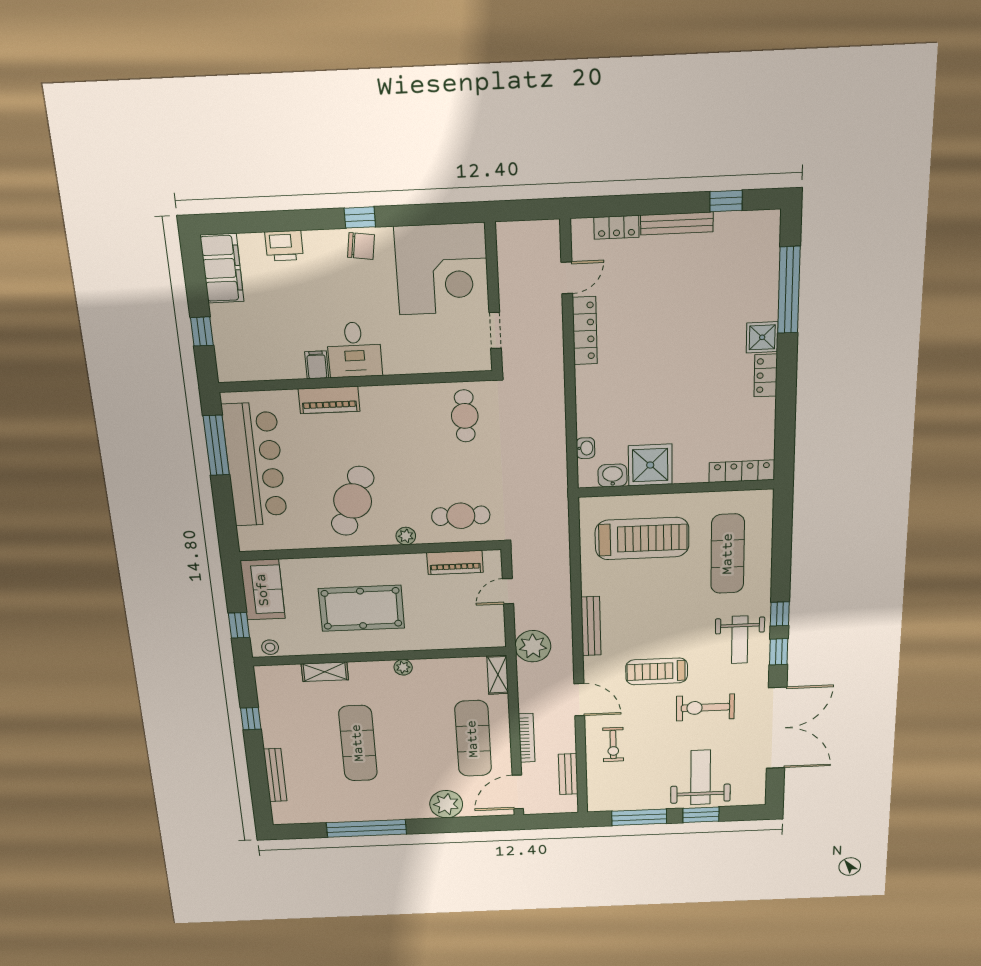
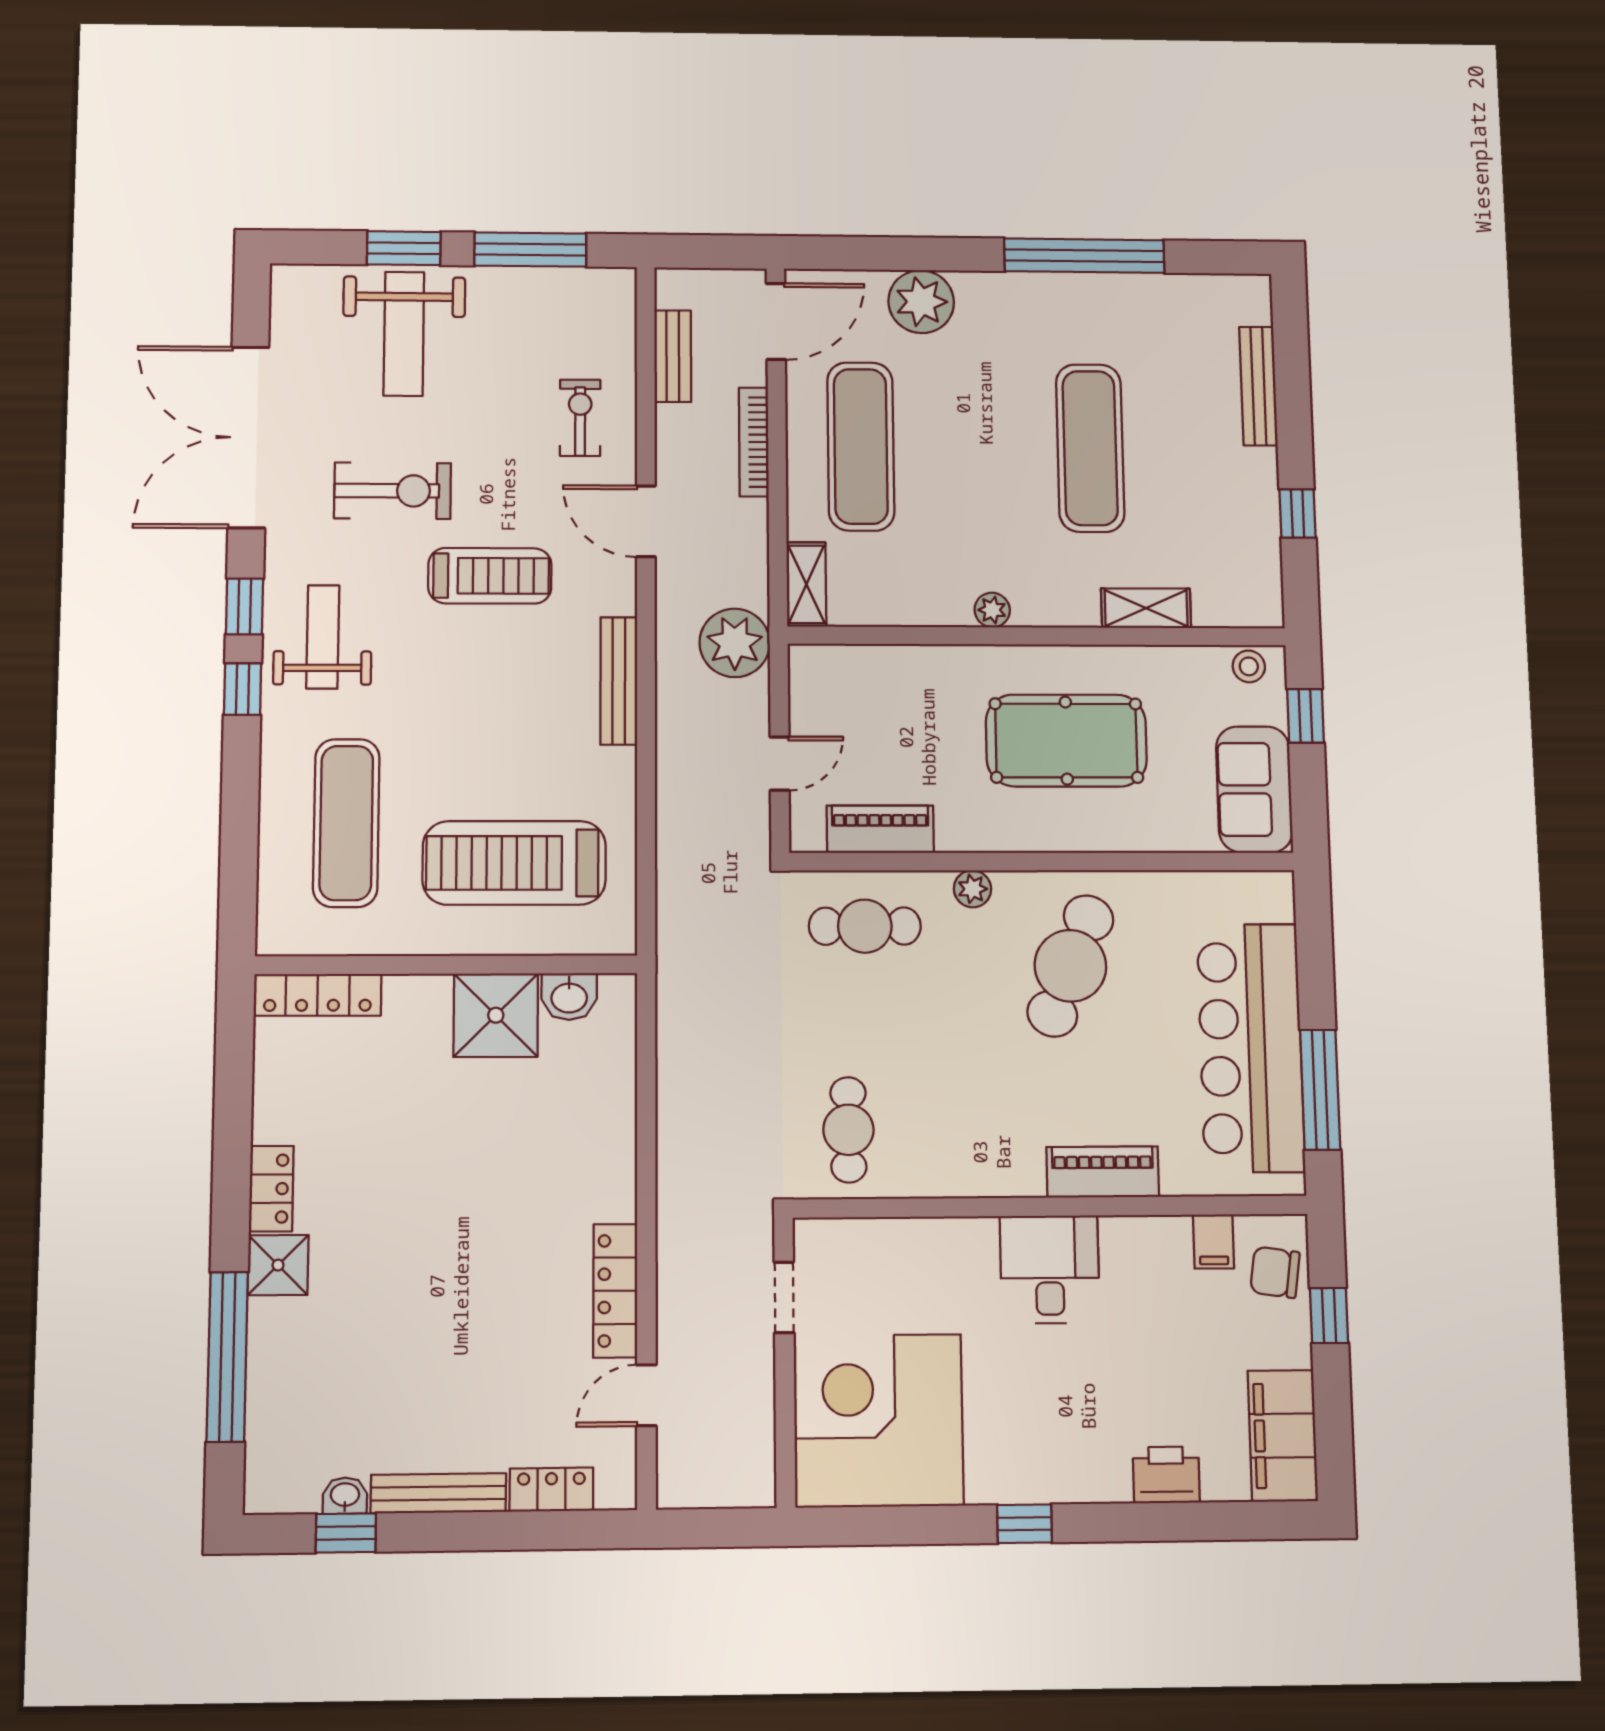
chair: (361, 246) -> (1275, 1272), moved
filing cabinet: (317, 365) -> (1214, 1242), moved
washbasin: (586, 448) -> (345, 1496), moved, turned 90

